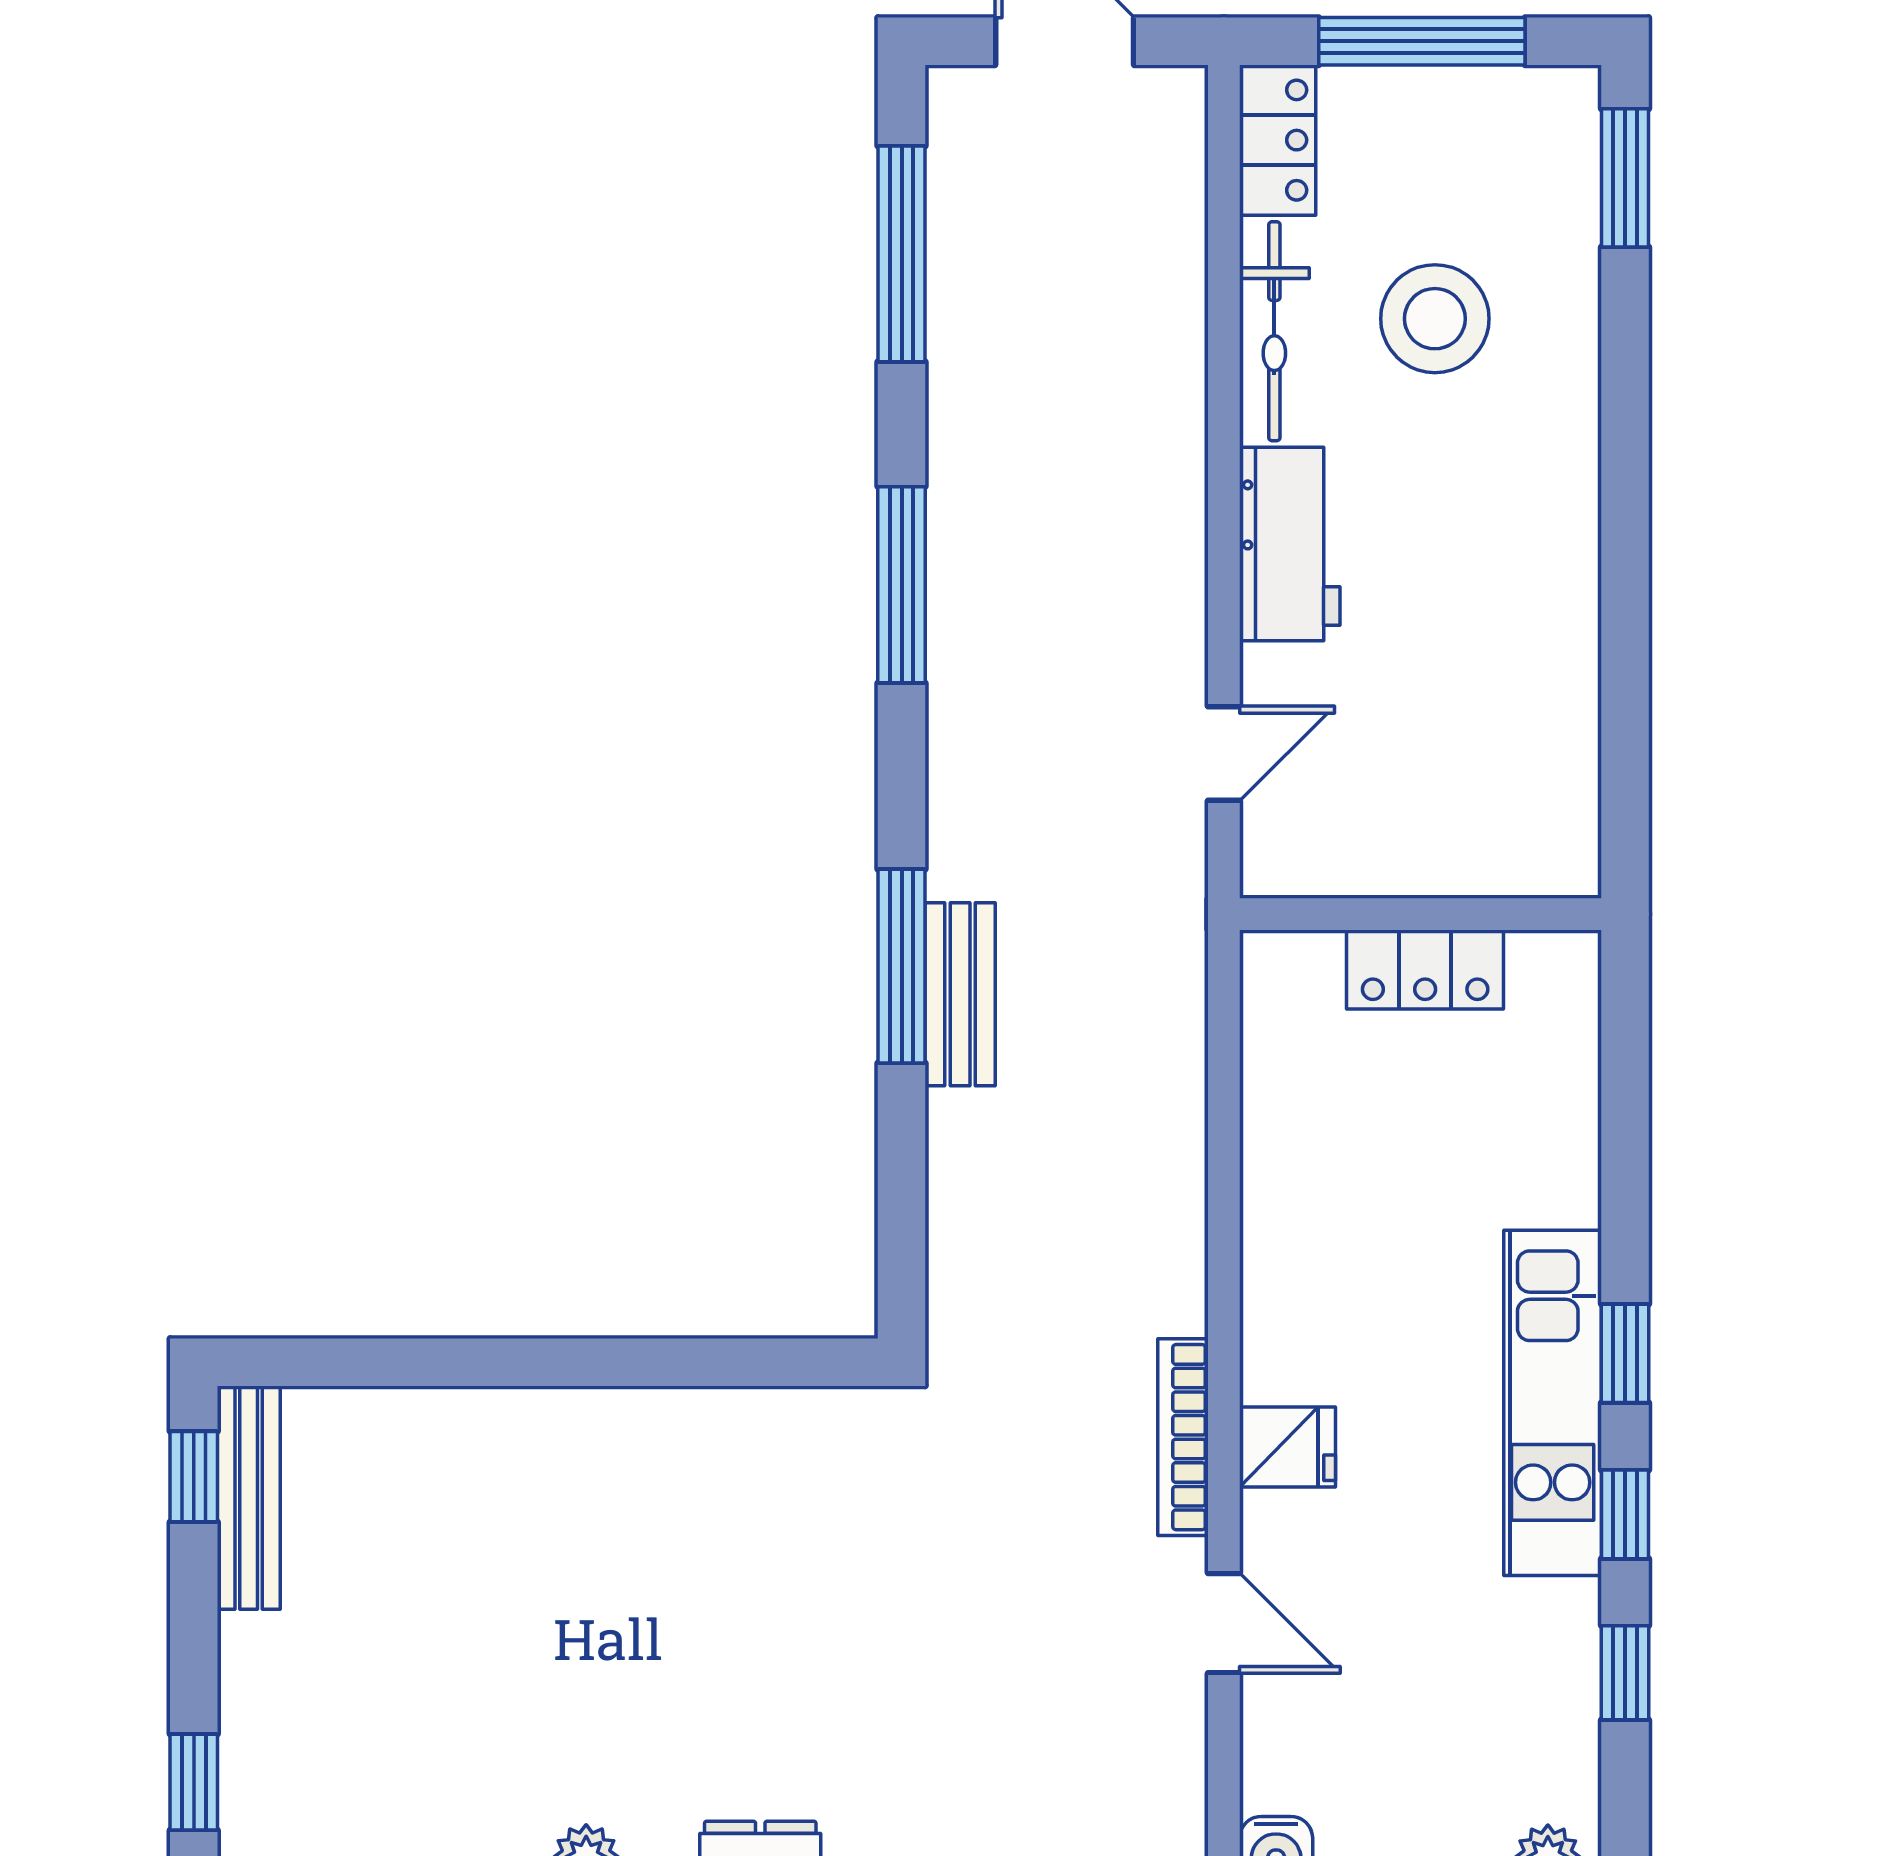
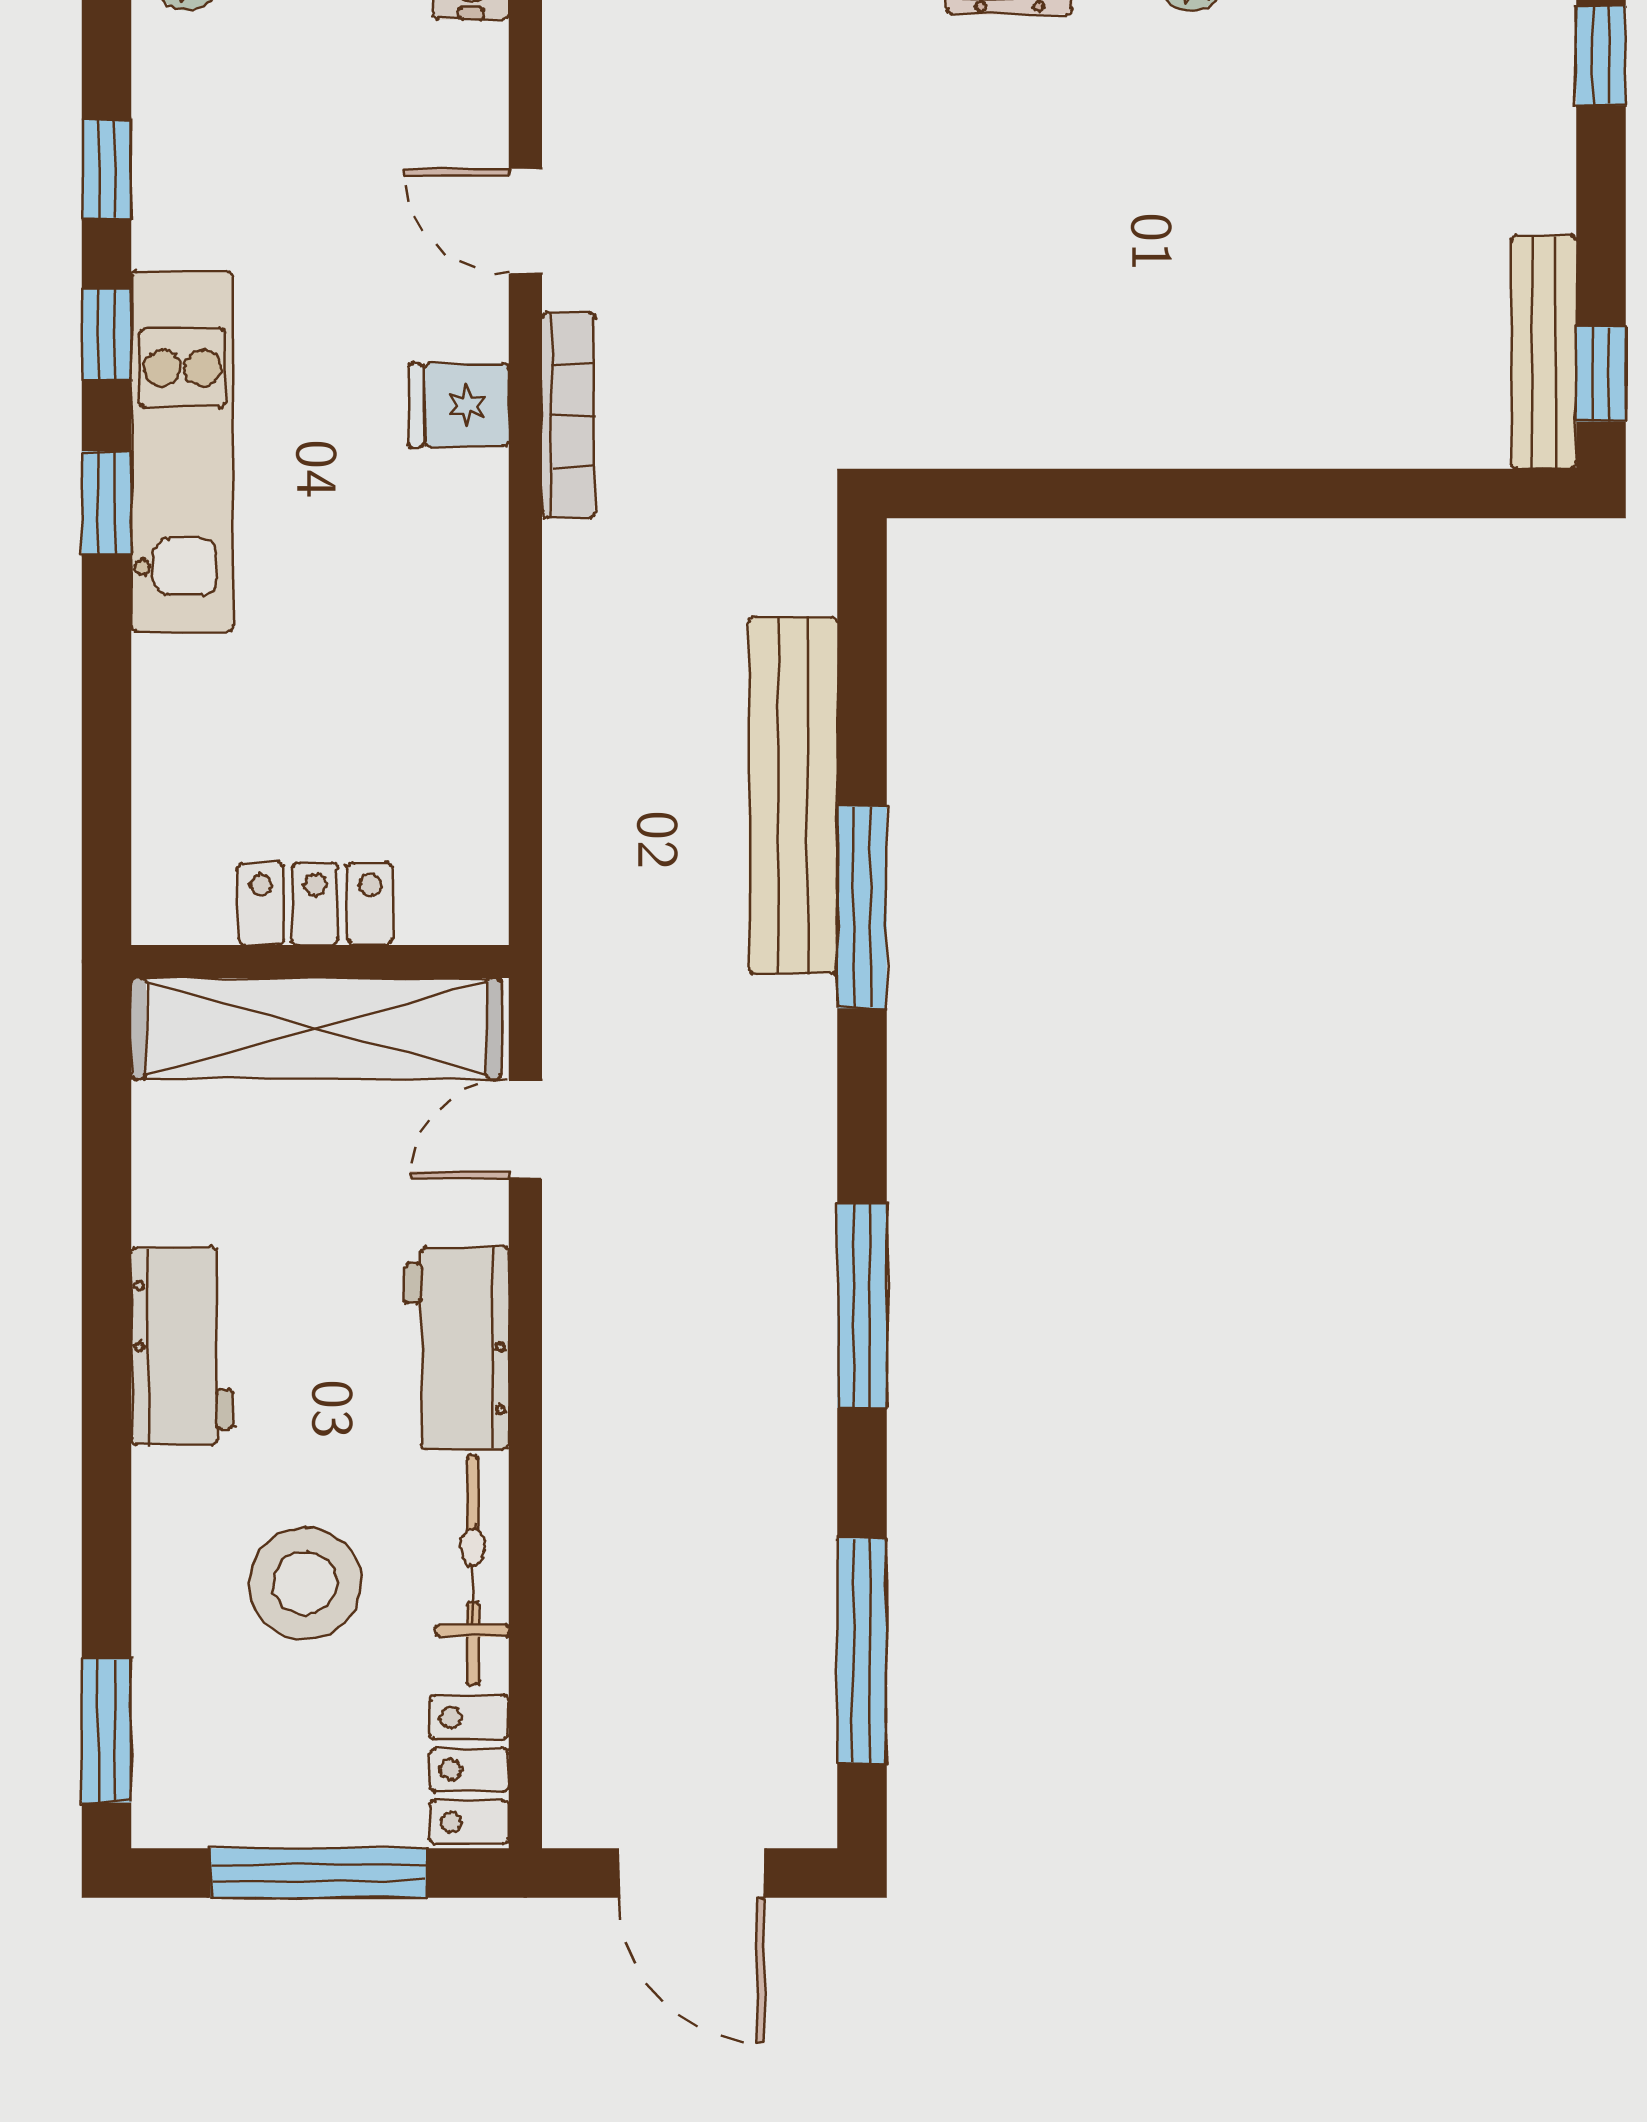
workbench: (1552, 546) -> (182, 1346), added
shelving: (1424, 850) -> (316, 1028), added
bench: (960, 994) -> (793, 795), width x1.86, depth x1.21

